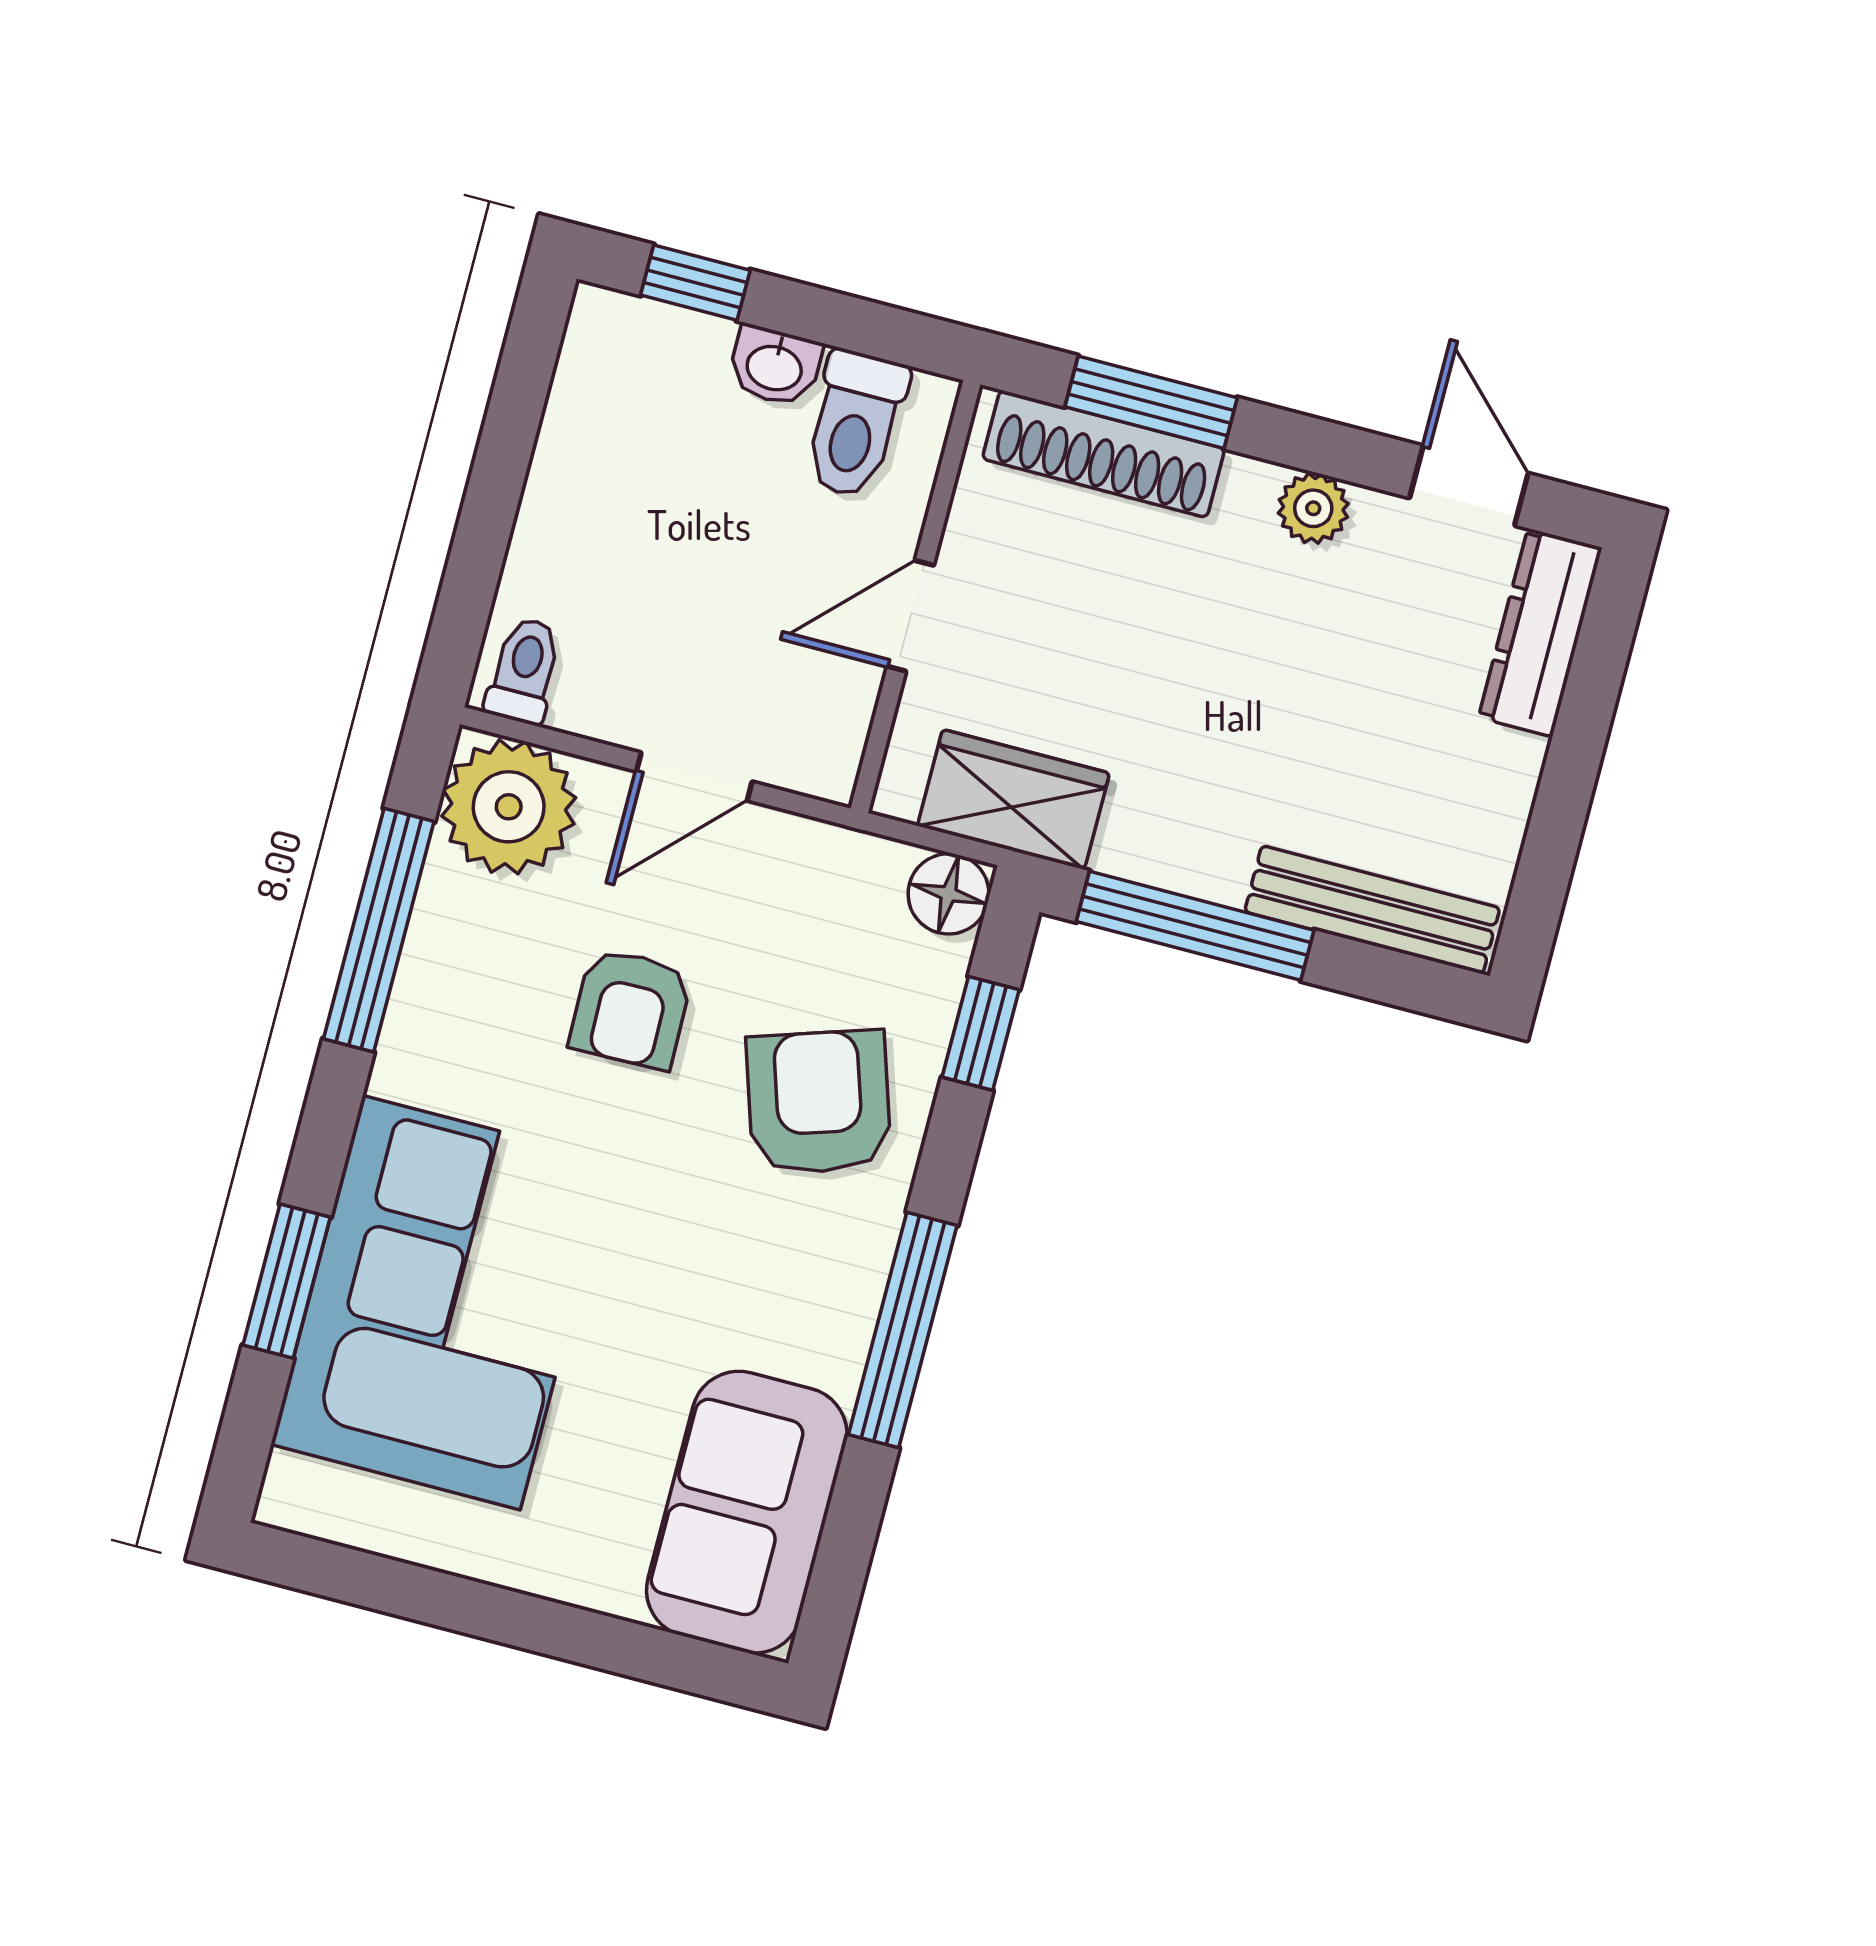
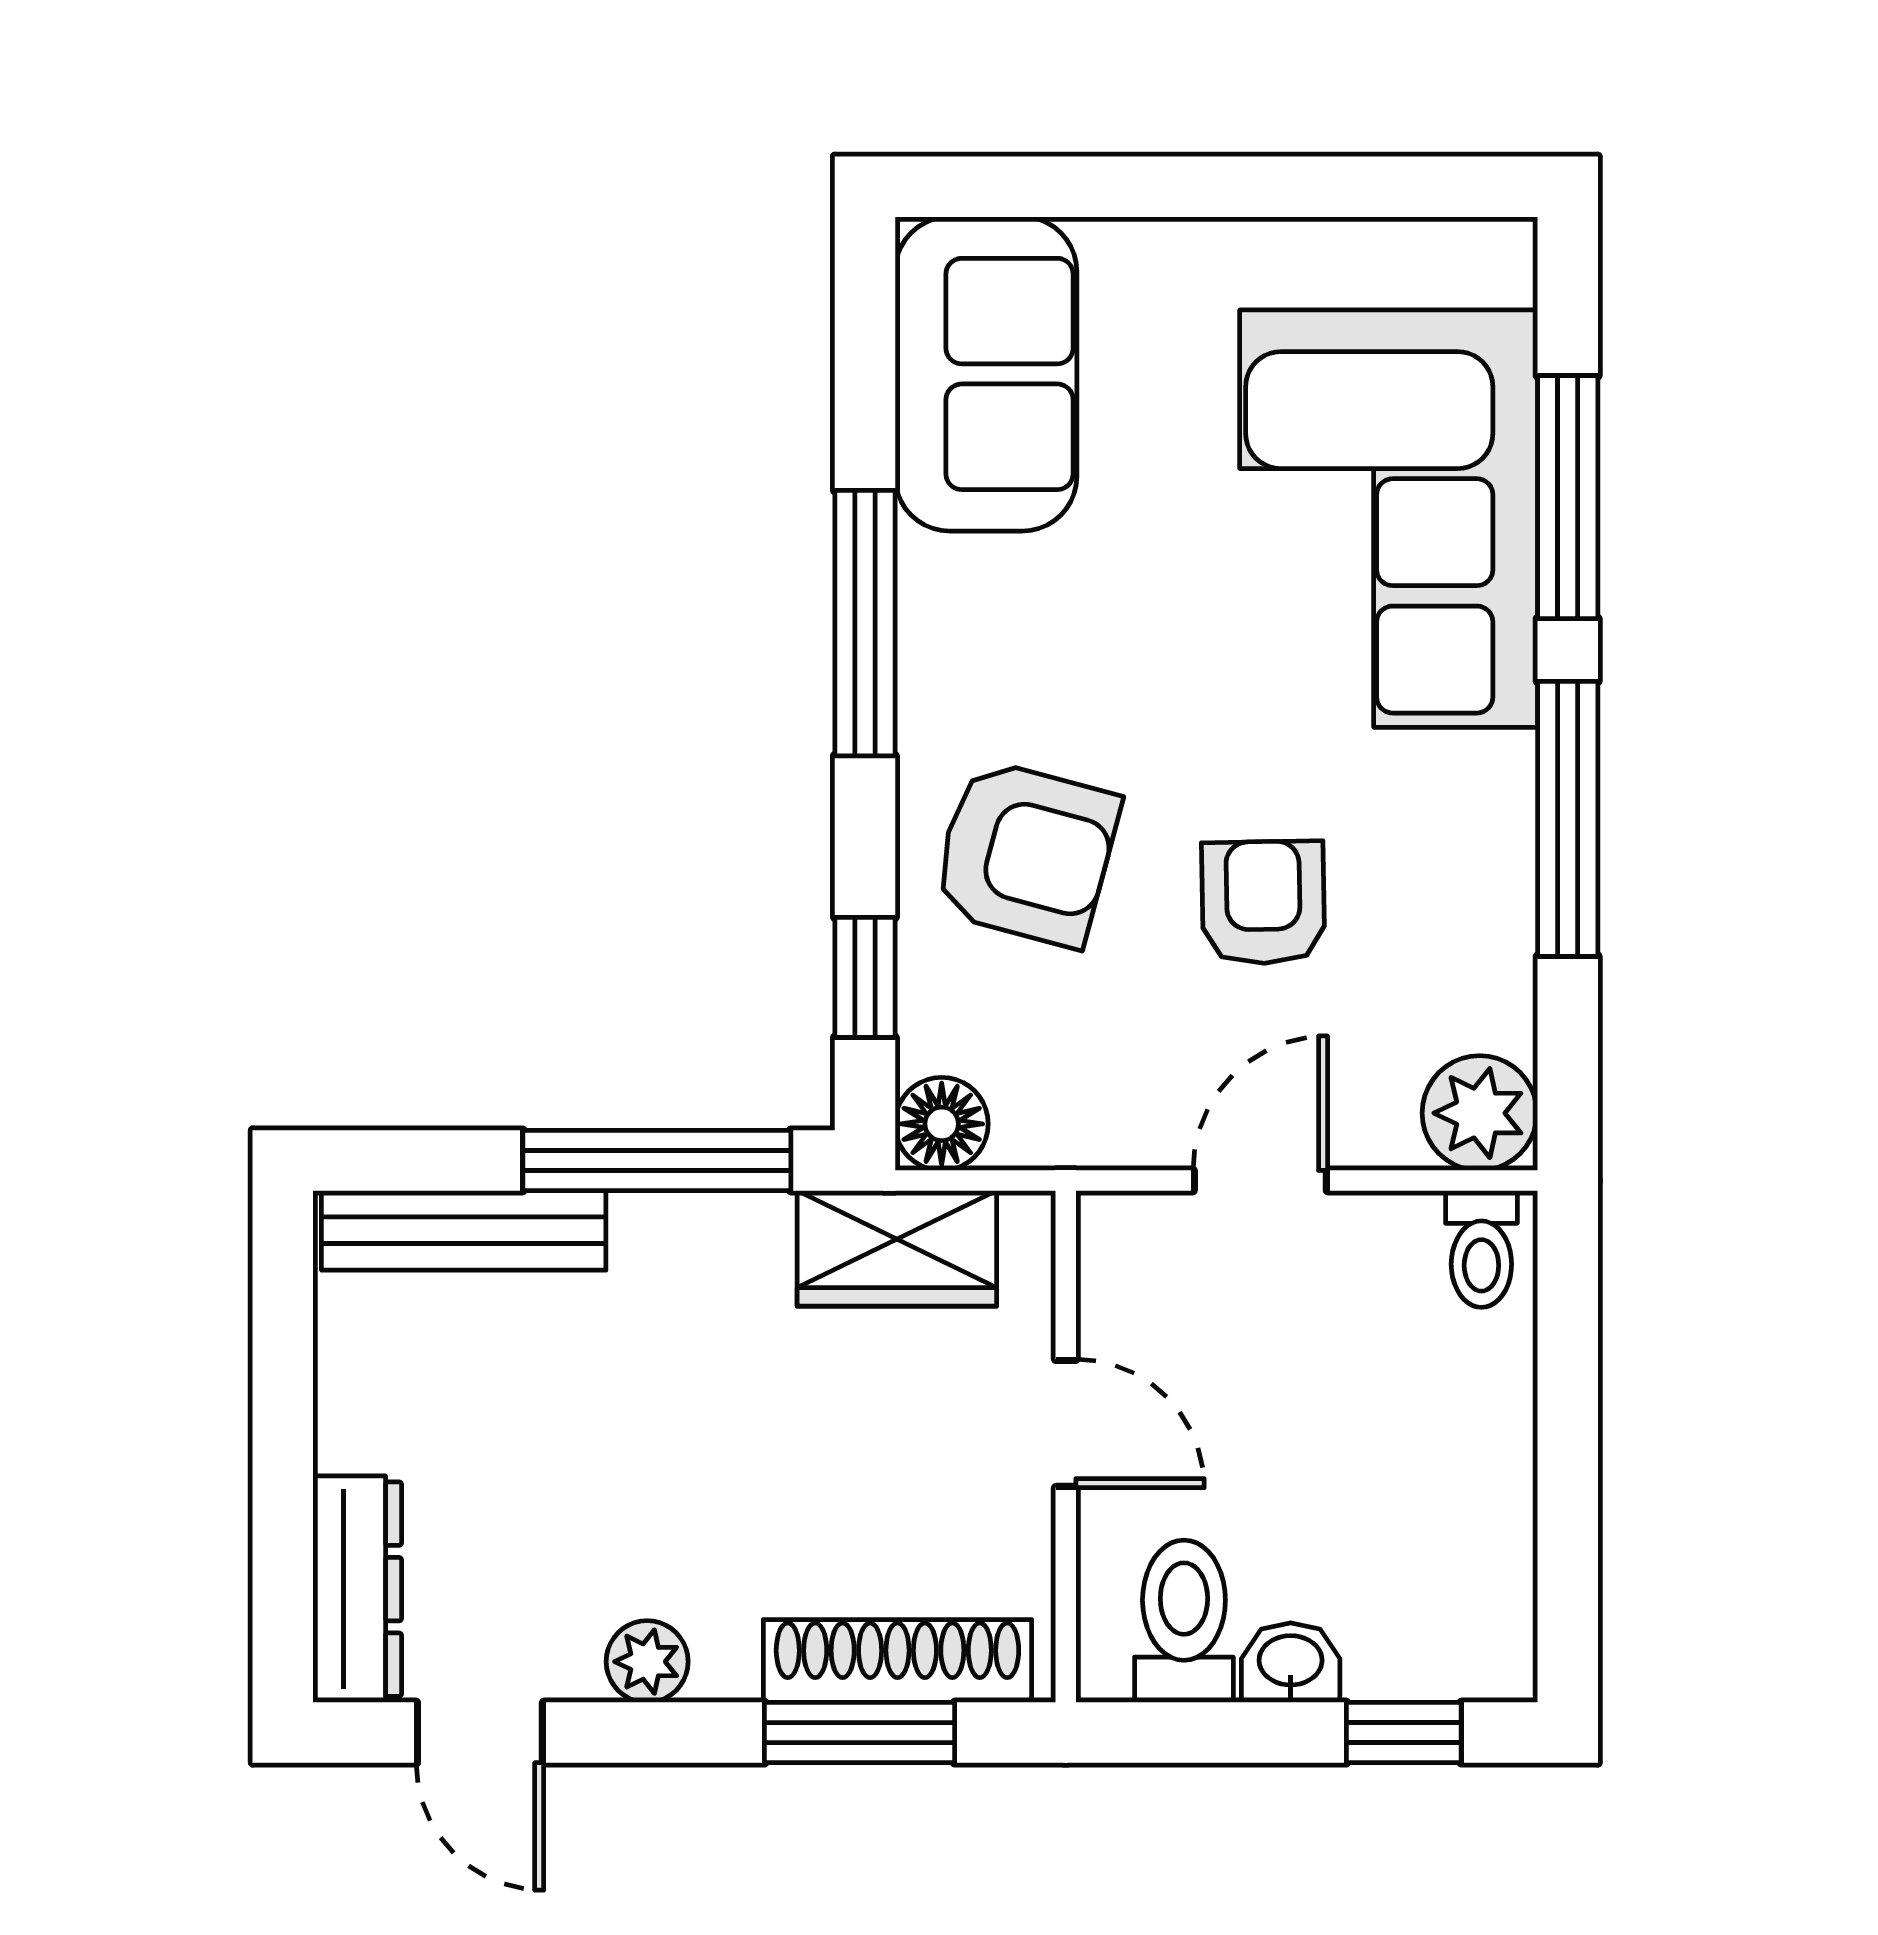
door: (910, 616) -> (1066, 1423), hinge flipped
plant: (509, 807) -> (1480, 1113), width x0.73, depth x0.73
window: (379, 930) -> (1568, 819), moved
armchair: (819, 1102) -> (1026, 853), turned -57
window: (287, 1281) -> (1568, 497), width x1.44

